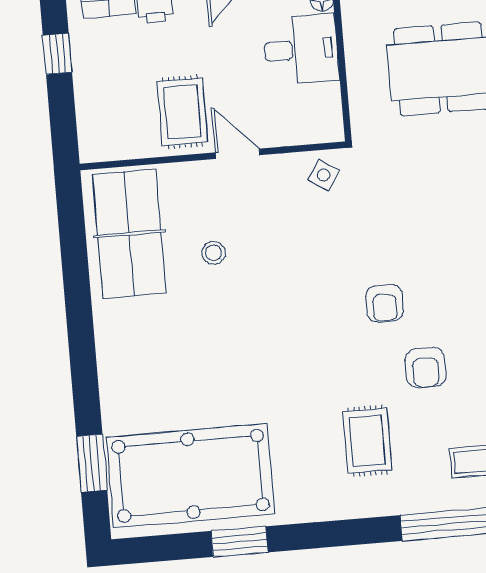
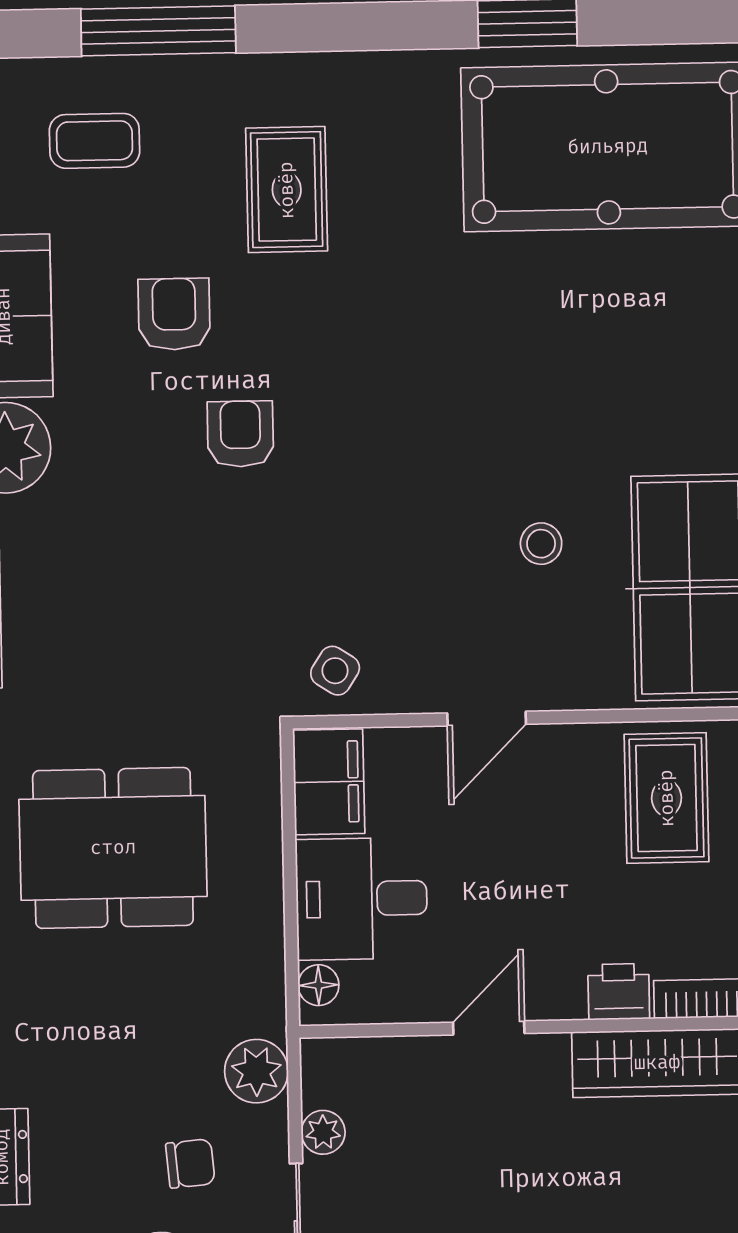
rug: (182, 112) -> (667, 798), moved
filing cabinet: (323, 113) -> (329, 782), added
door: (238, 154) -> (487, 719), hinge flipped

